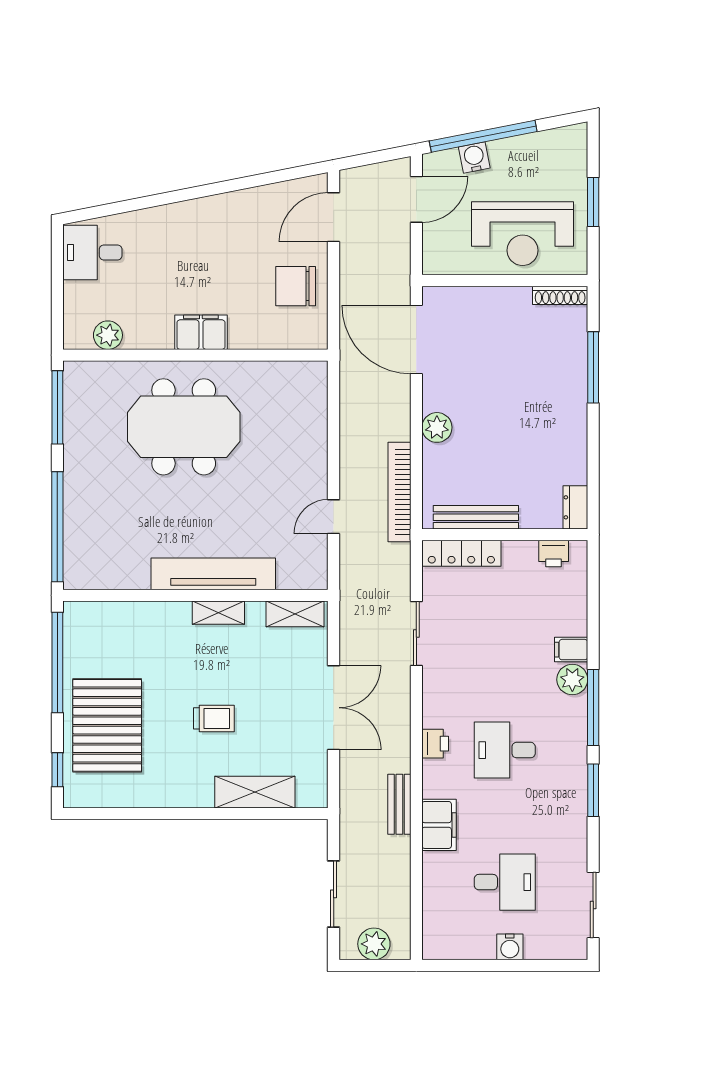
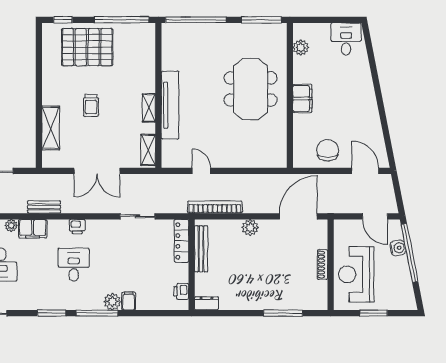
shoe rack: (560, 295) -> (322, 265), moved
plant: (433, 864) -> (11, 225), added

